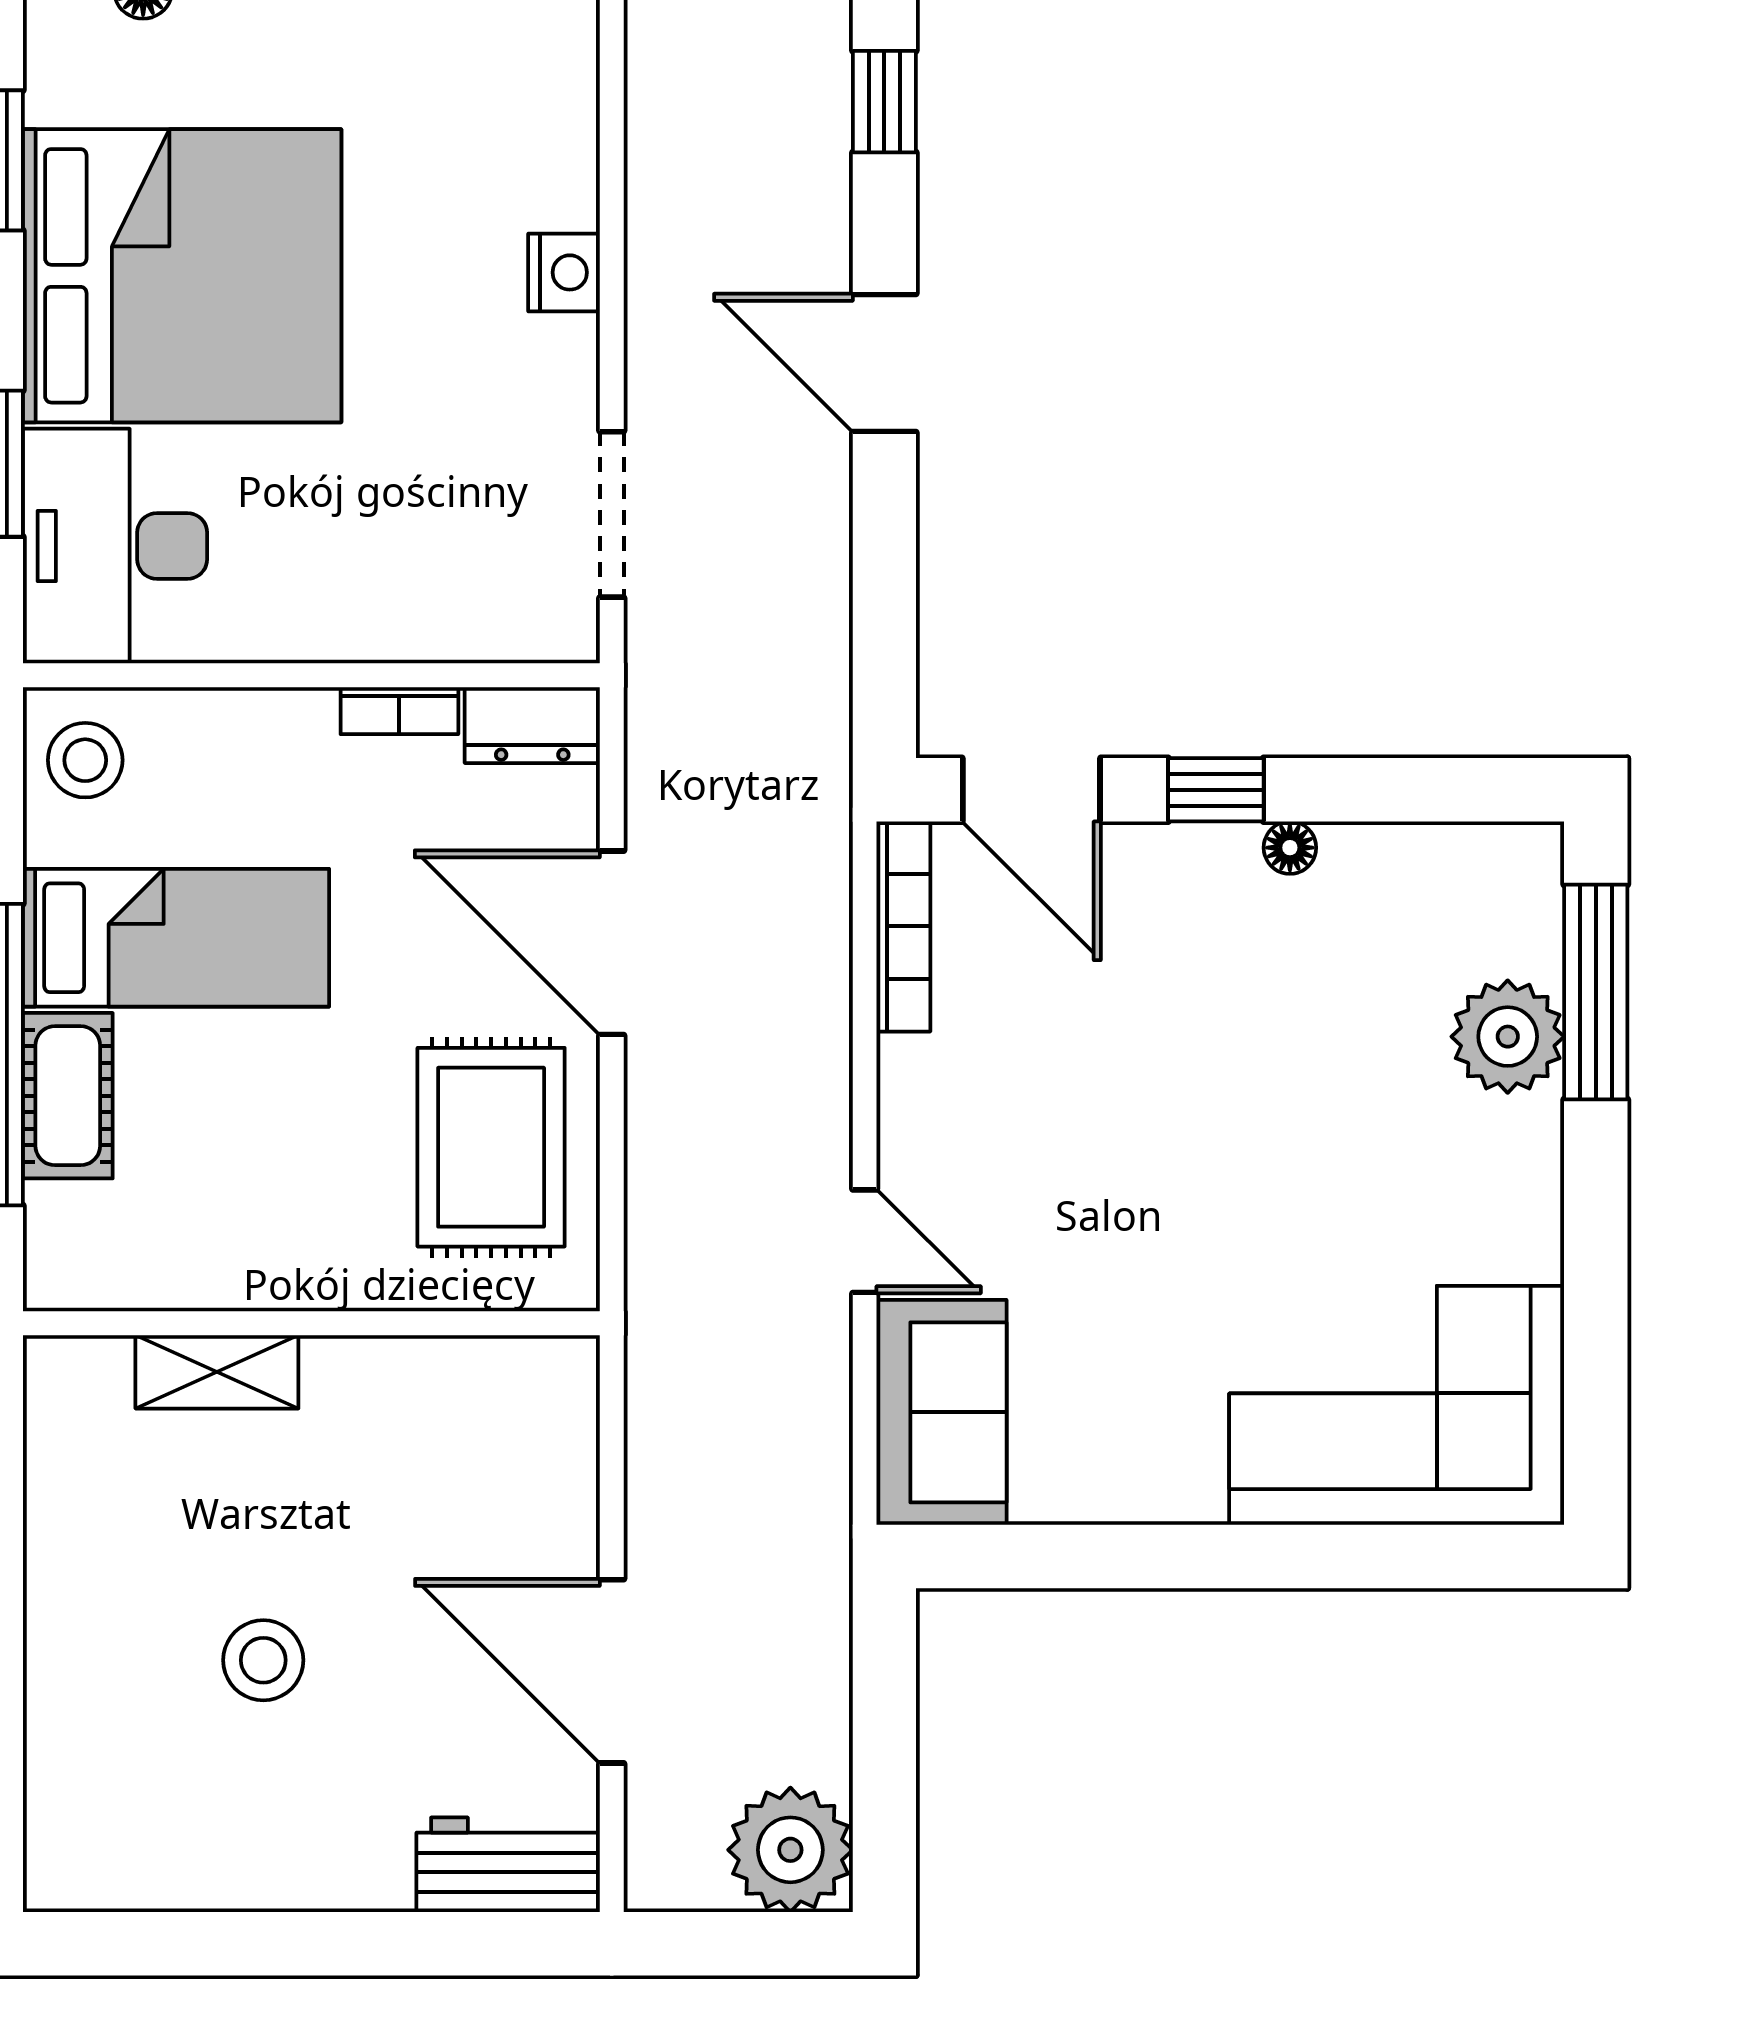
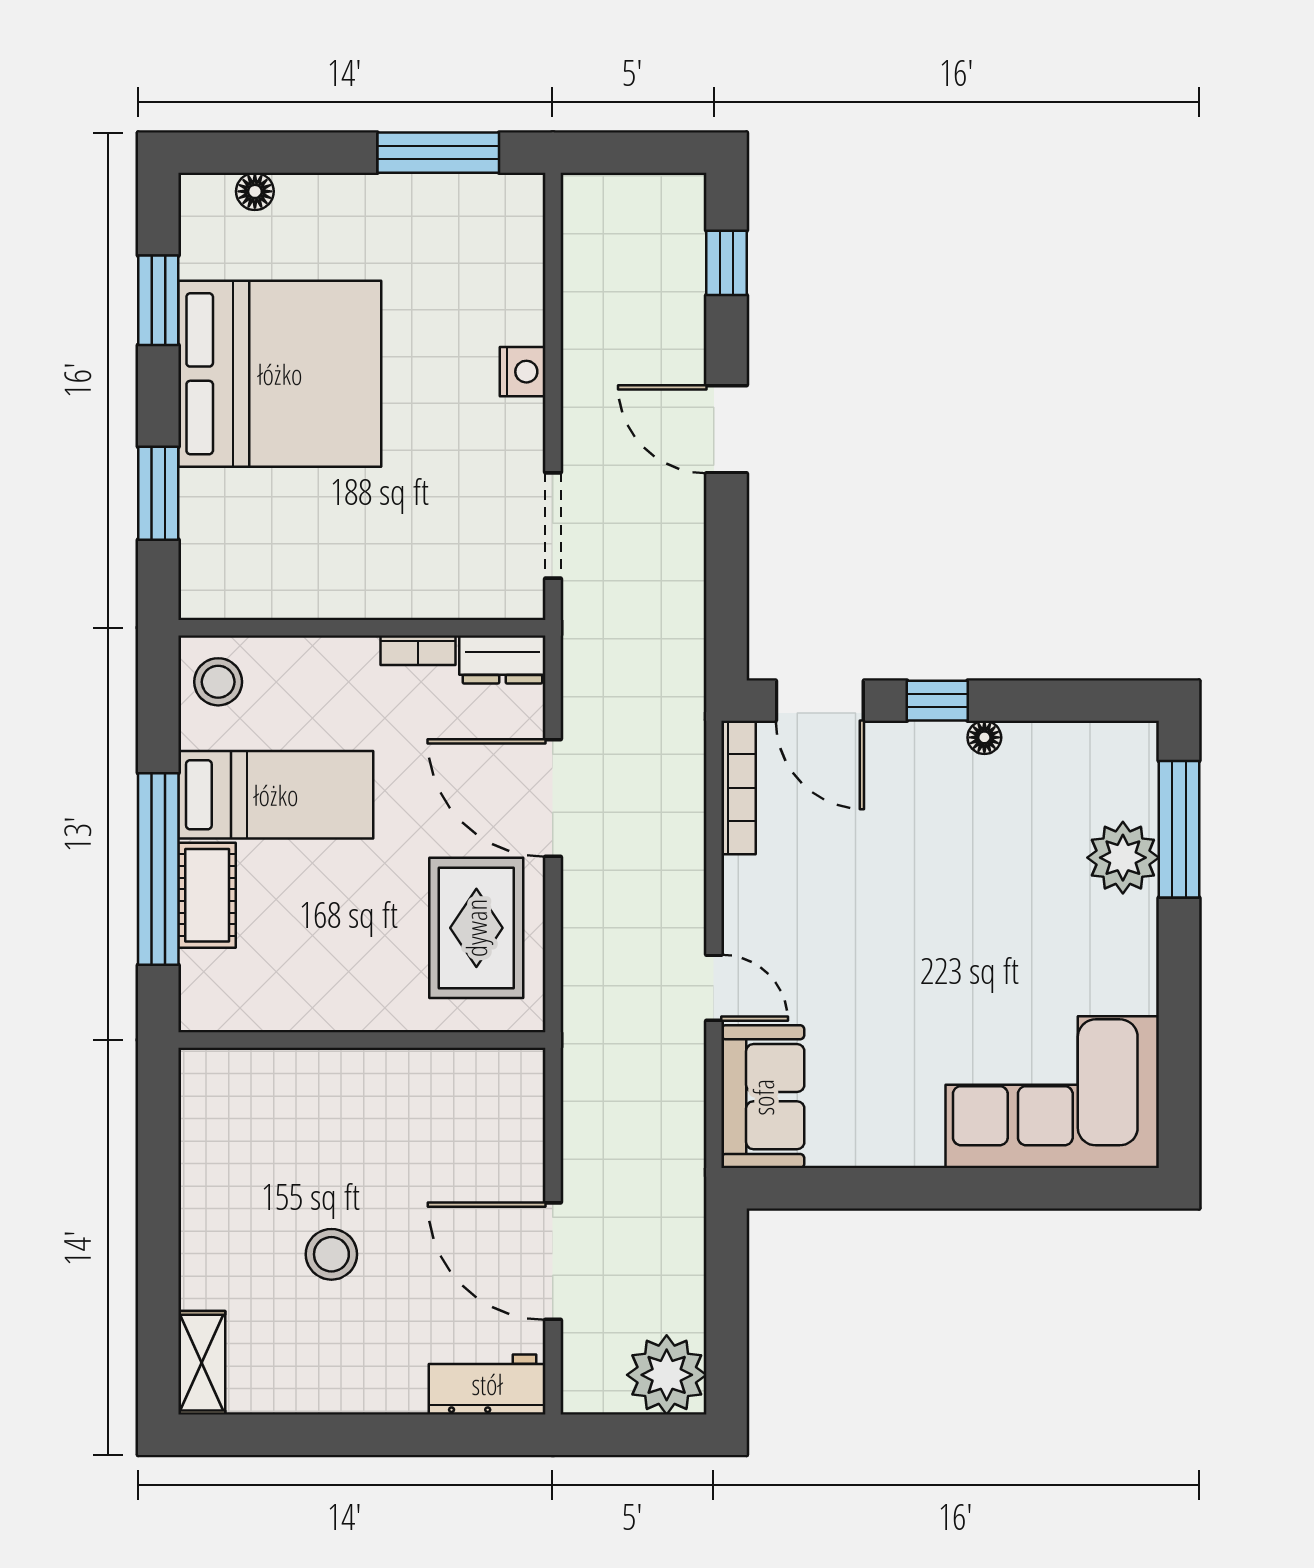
desk: (115, 546) -> (237, 546), removed
shelving: (217, 1372) -> (202, 1363), moved, turned 90

